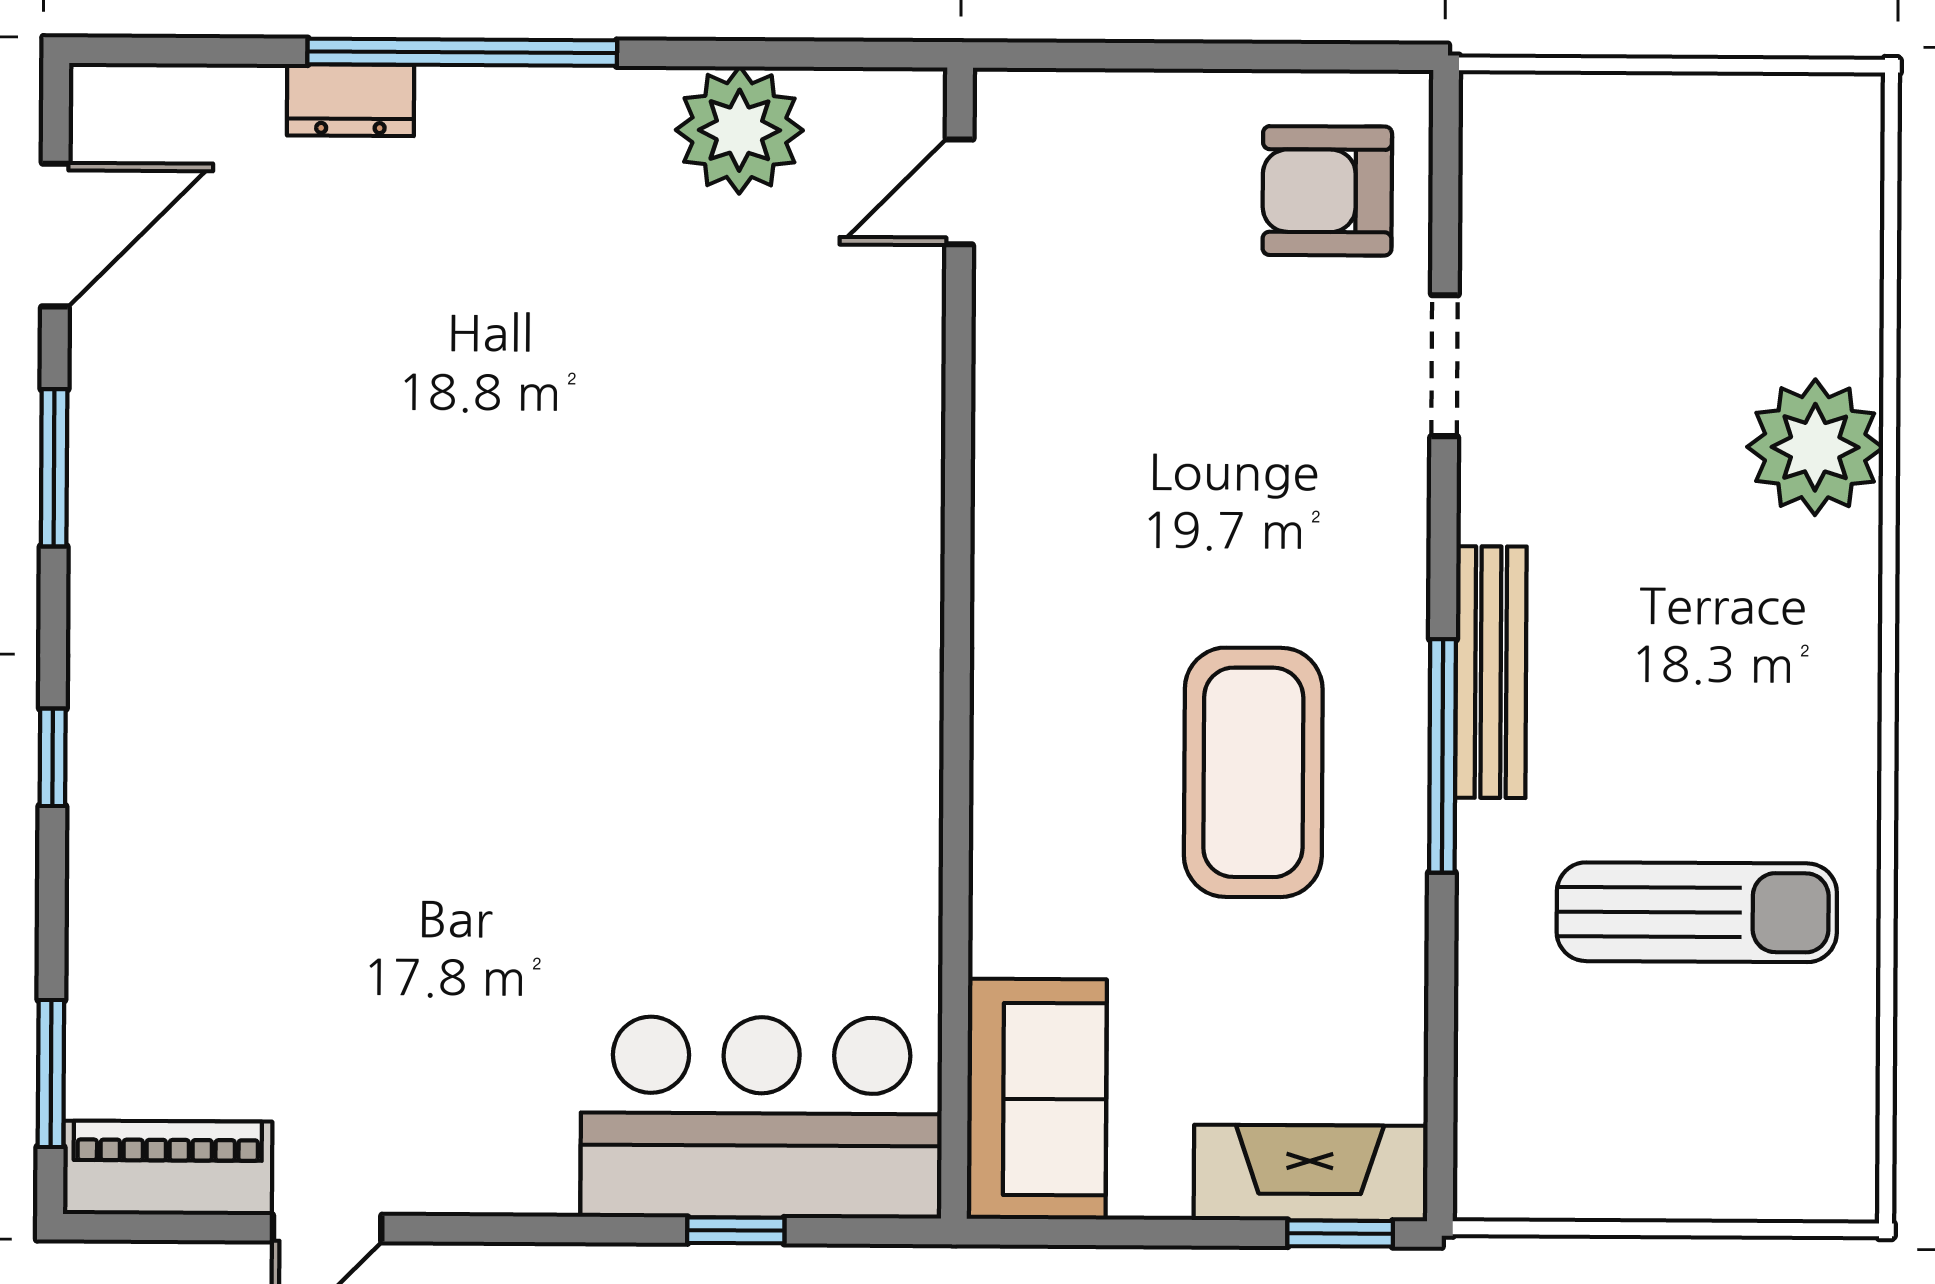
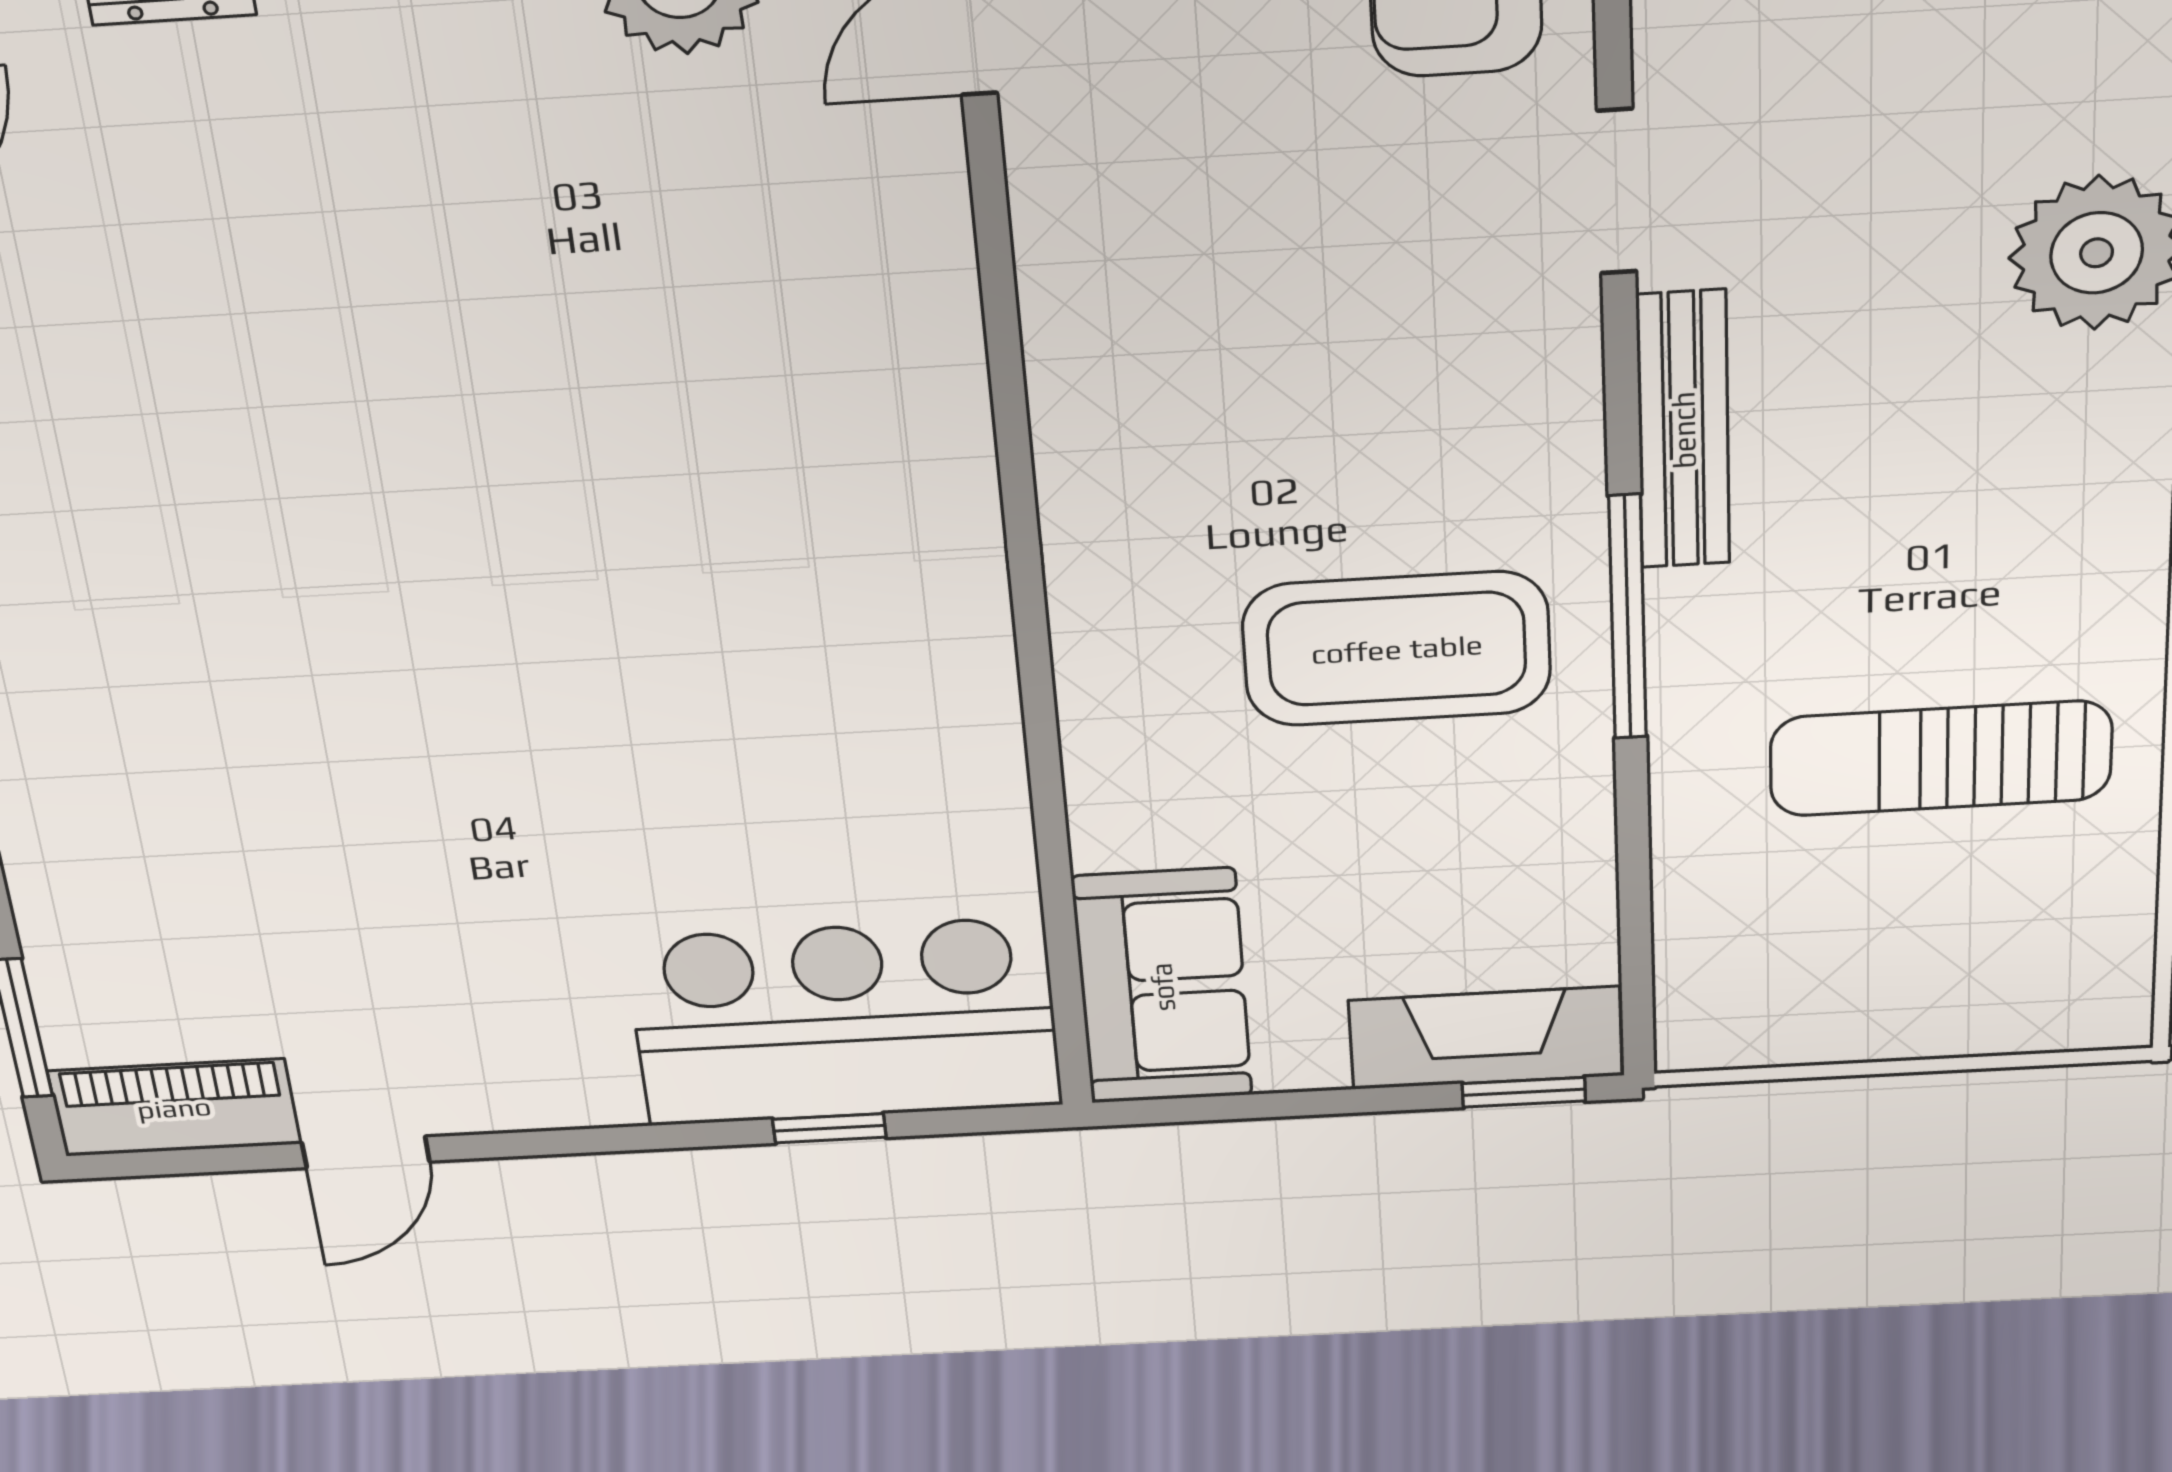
bench: (1491, 672) -> (1683, 430), moved
coffee table: (1253, 772) -> (1397, 649), turned 90
sun lounger: (1697, 912) -> (1941, 758), turned 180

